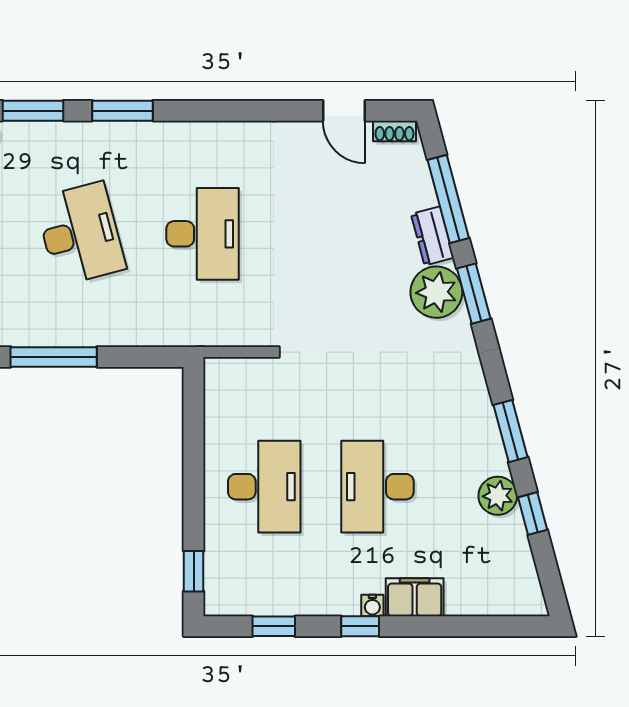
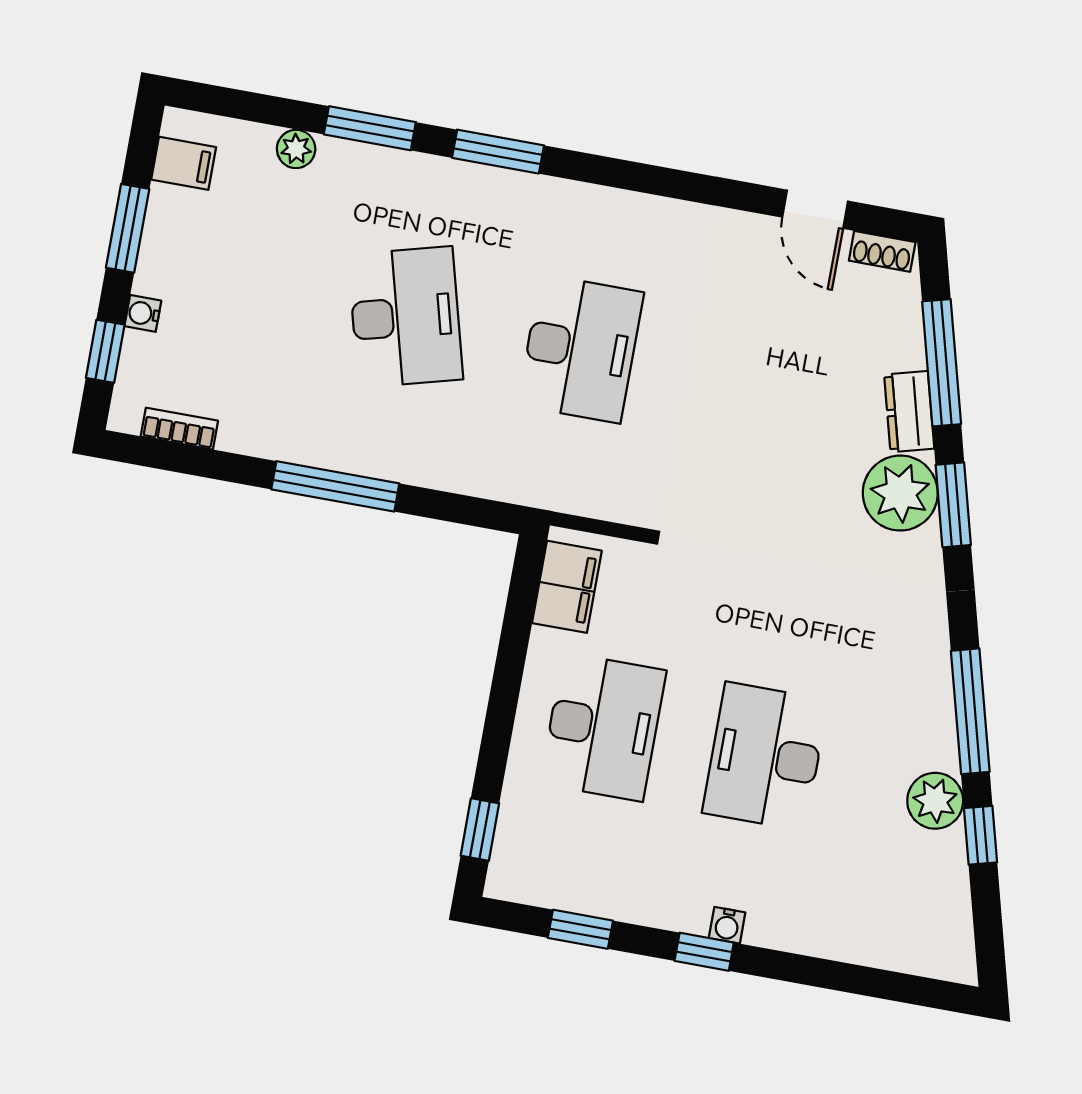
window: (511, 431) -> (970, 711), width x1.44
filing cabinet: (415, 597) -> (567, 587), moved, turned 90

